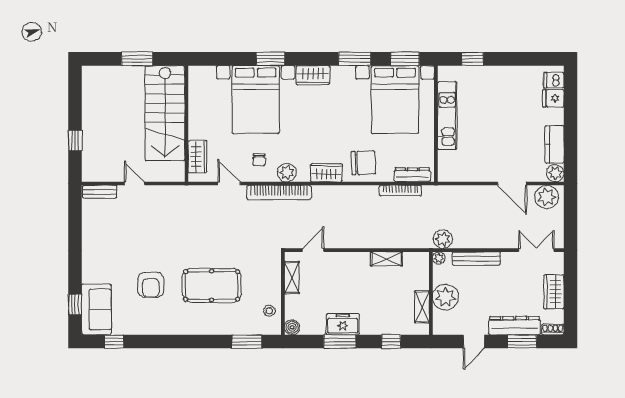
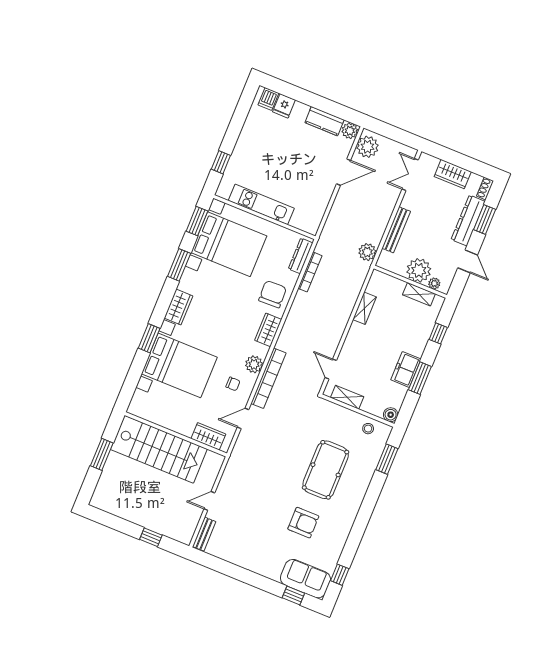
plant: (439, 258) -> (434, 283), moved

